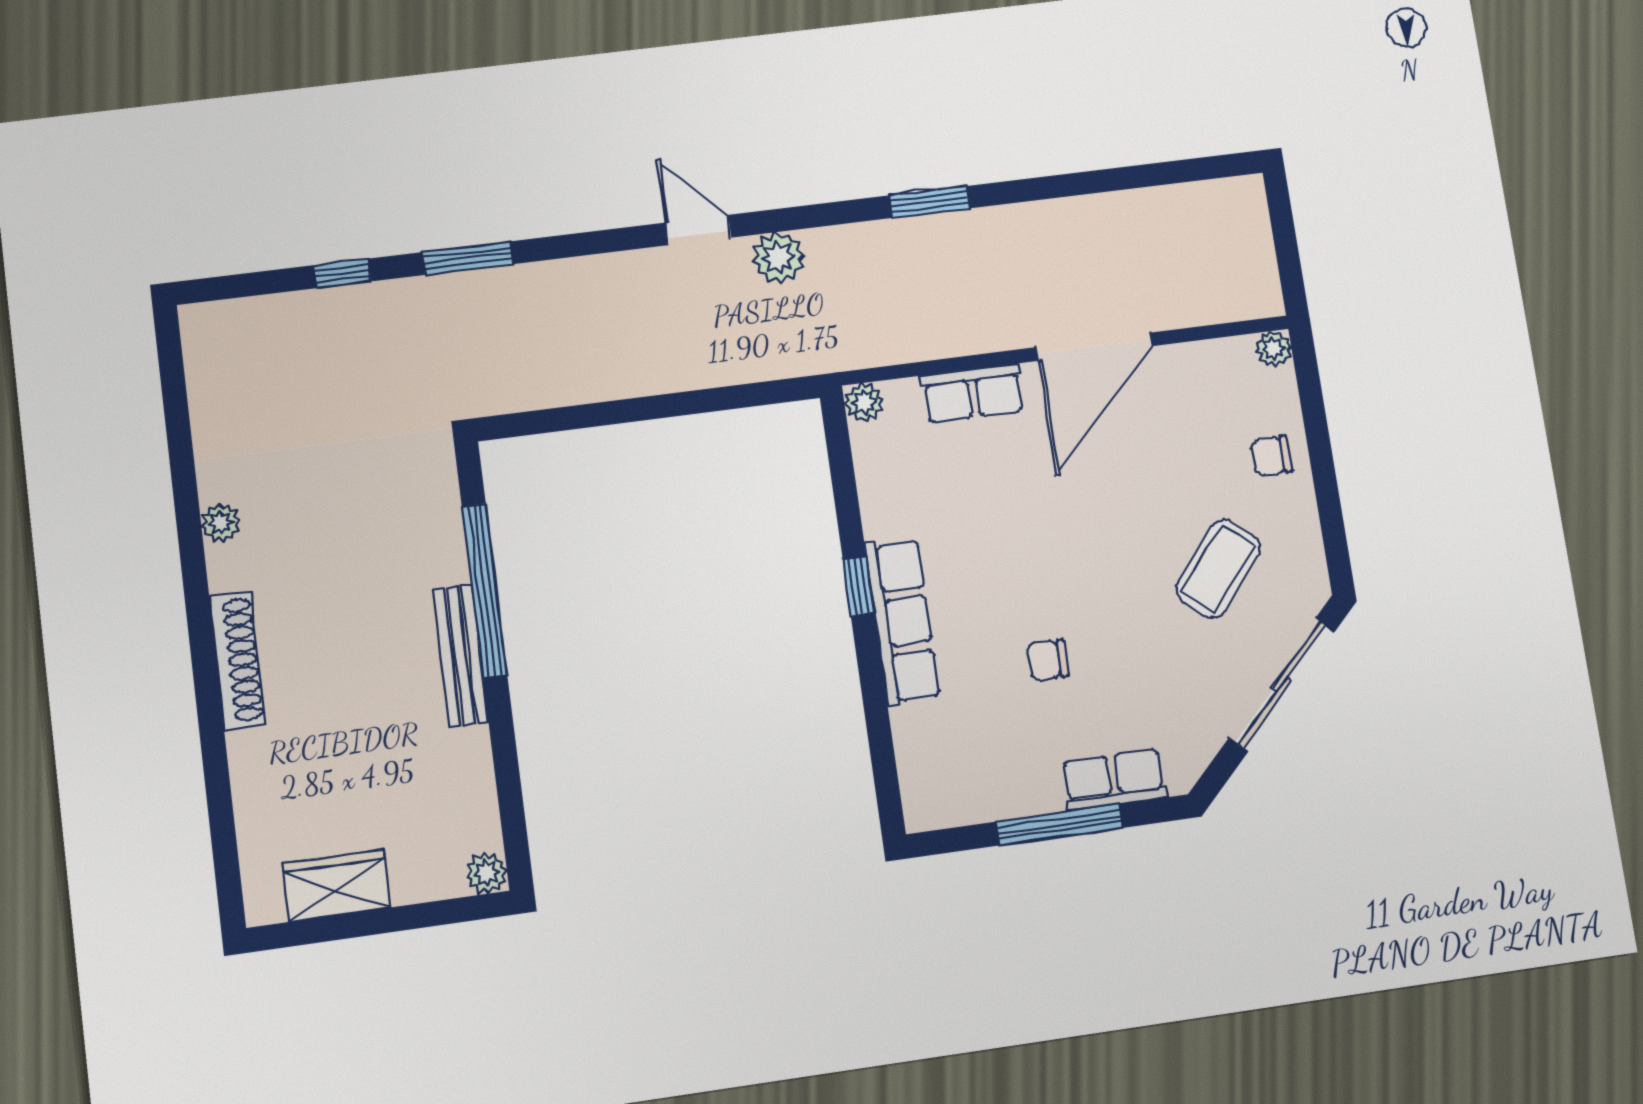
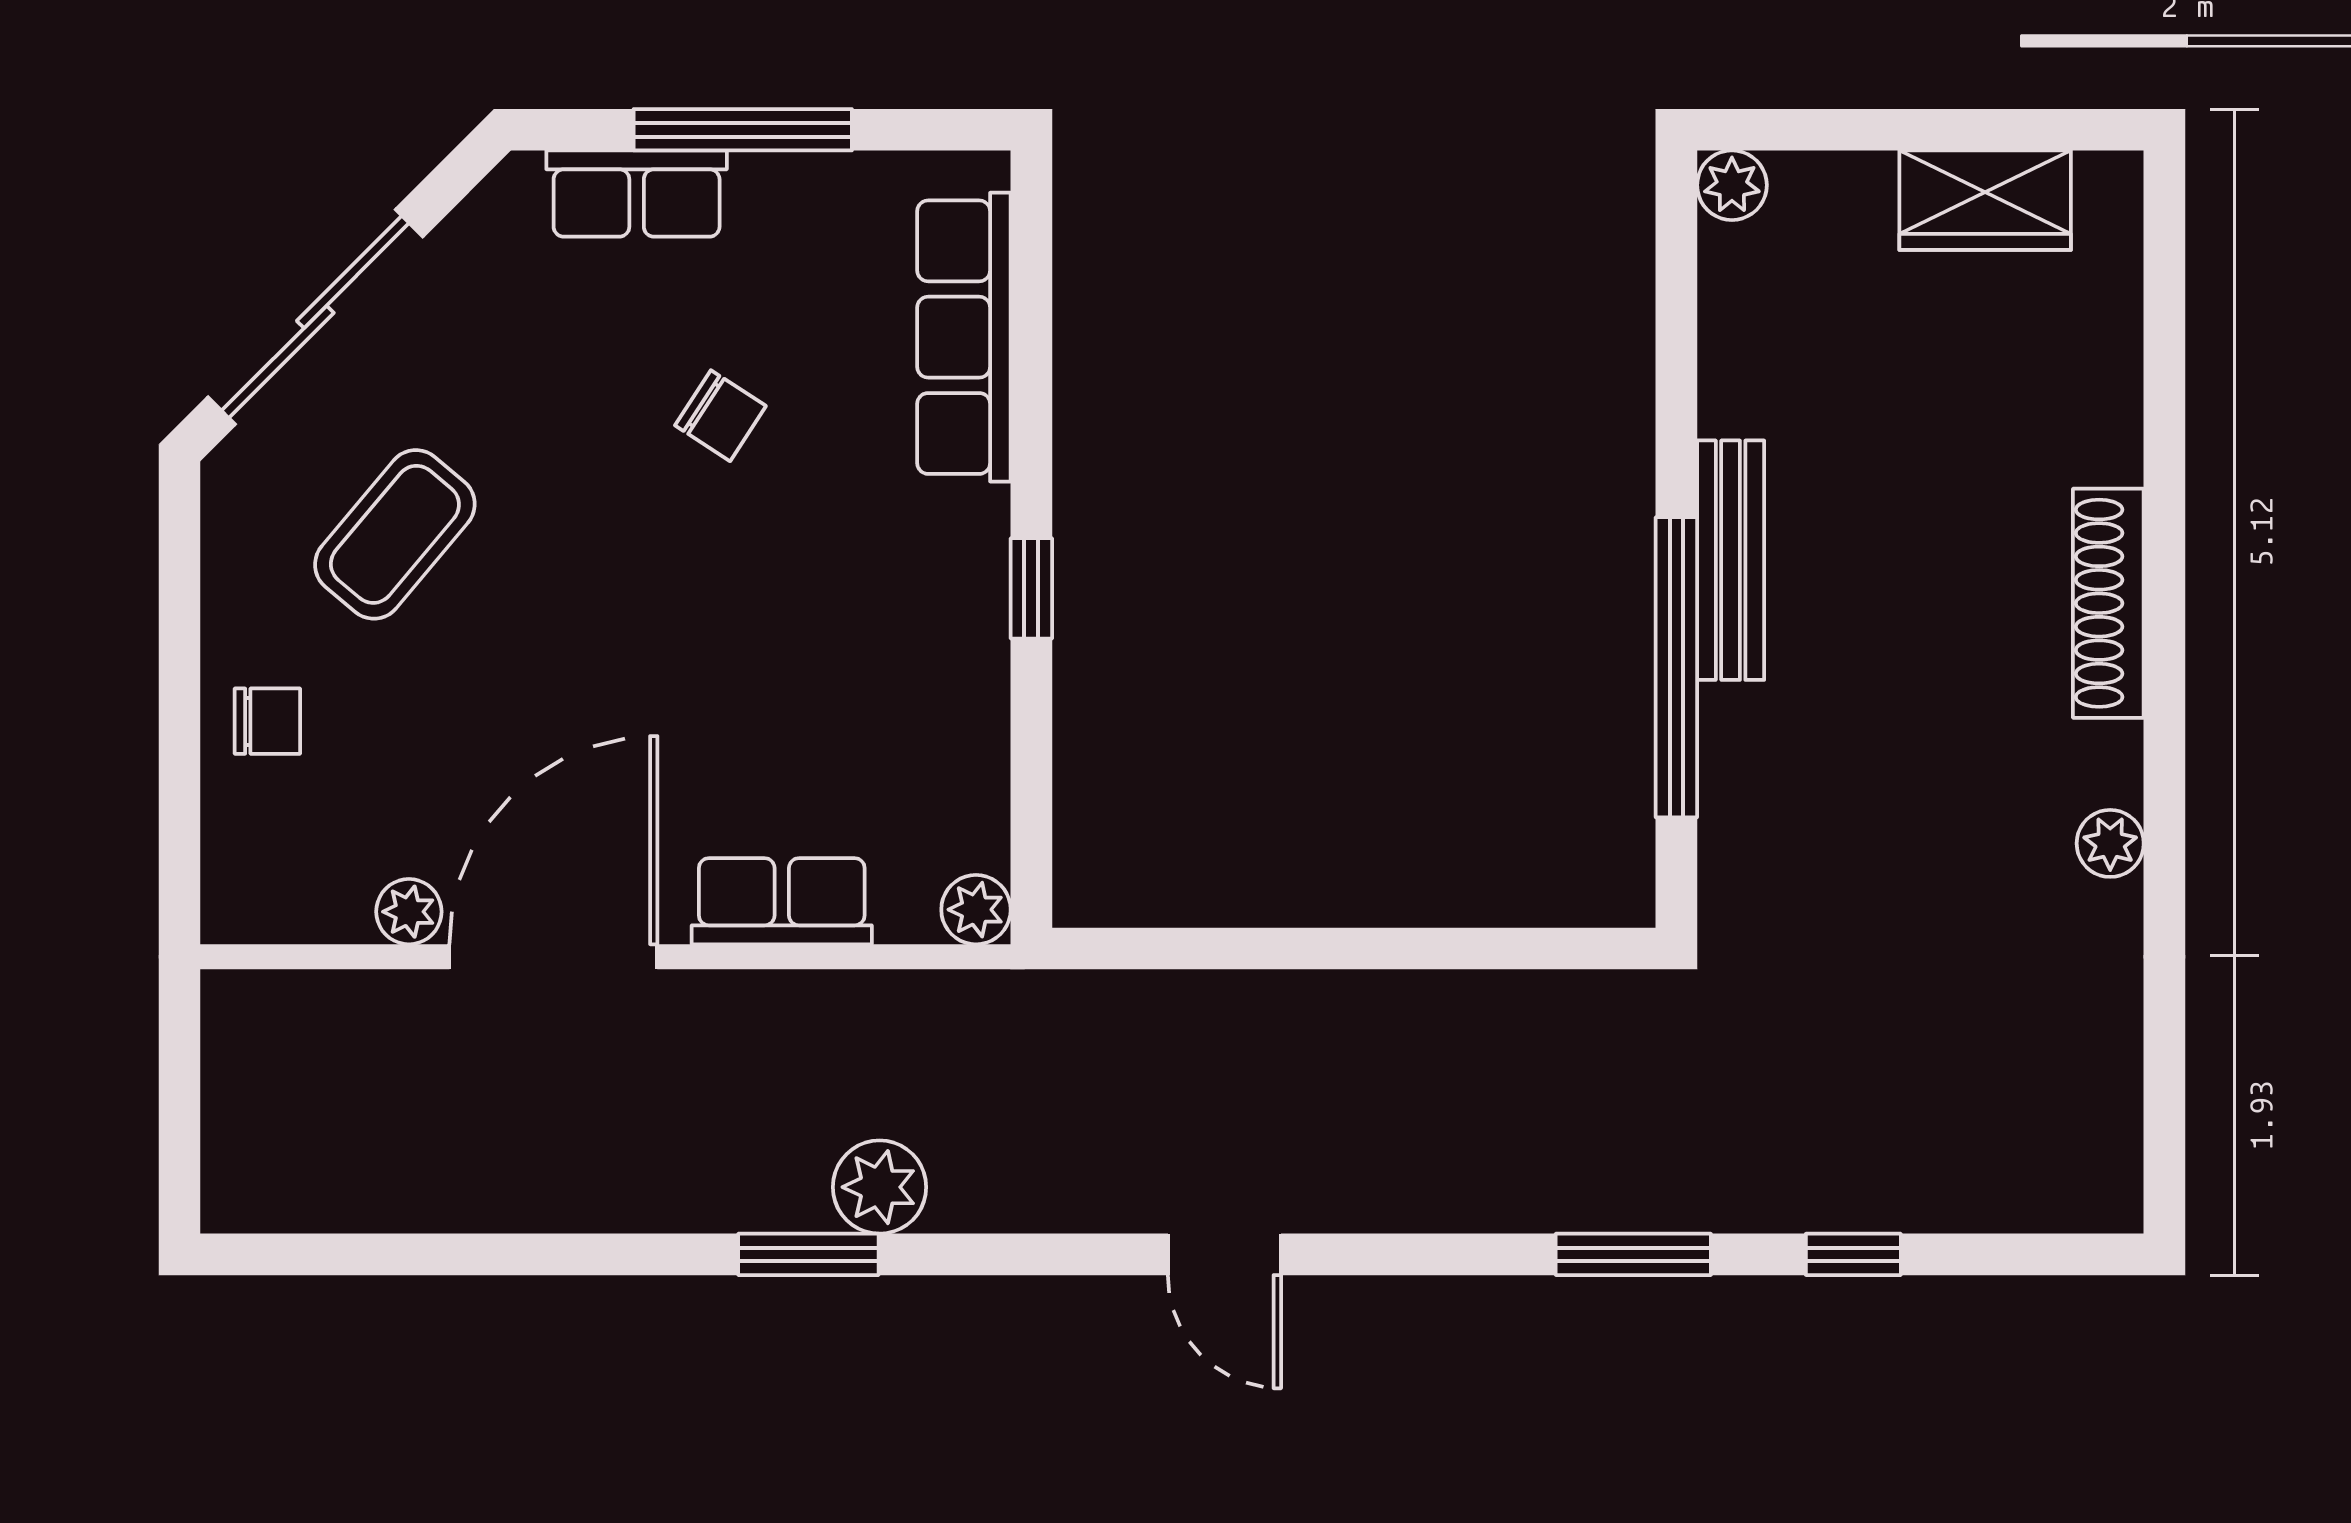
plant: (778, 258) -> (880, 1187), moved
plant: (1274, 349) -> (409, 912), moved
row of seats: (902, 621) -> (964, 337), moved
chair: (1048, 660) -> (720, 416), turned 33

